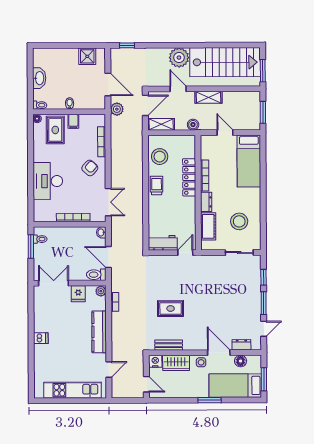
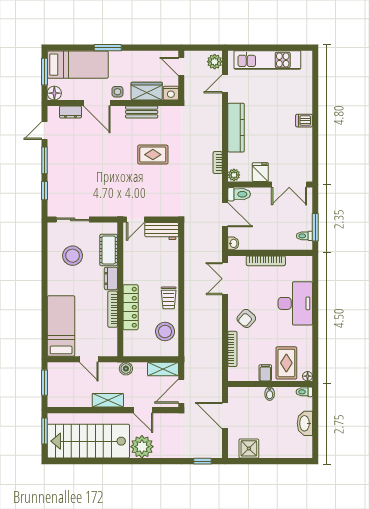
plant: (117, 109) -> (215, 62), moved
bench: (169, 345) -> (142, 112), moved
floor lamp: (241, 361) -> (54, 93), moved

